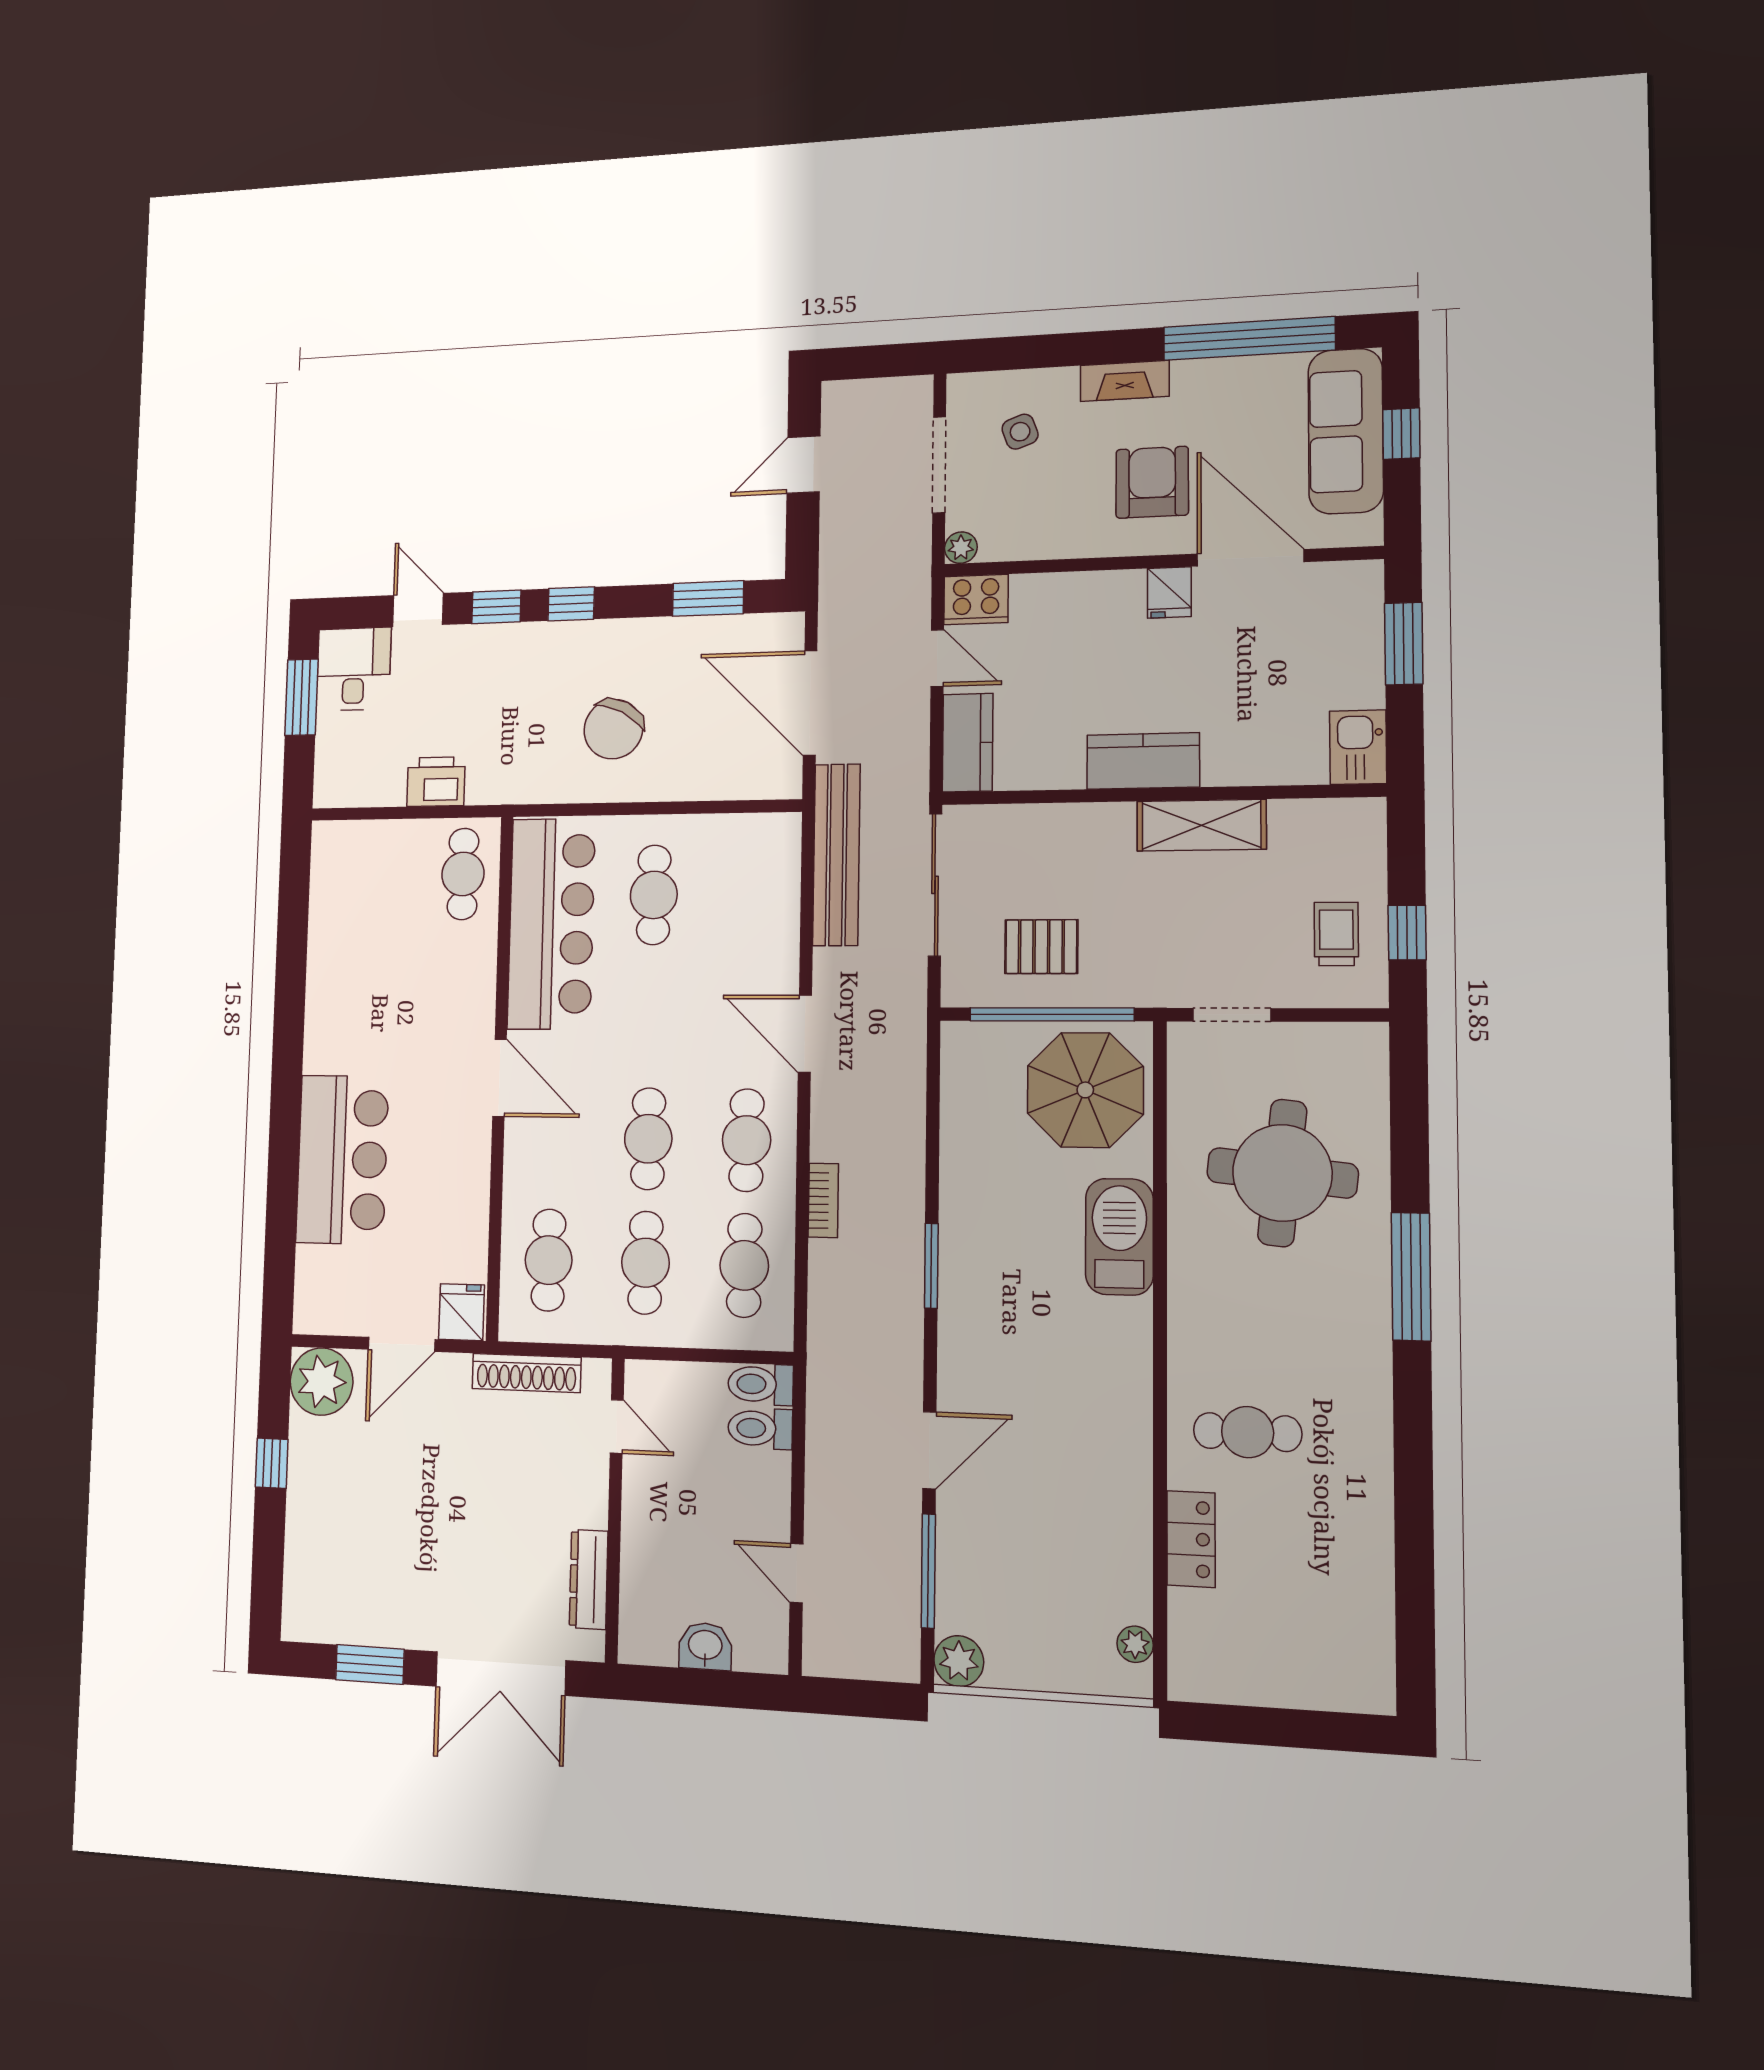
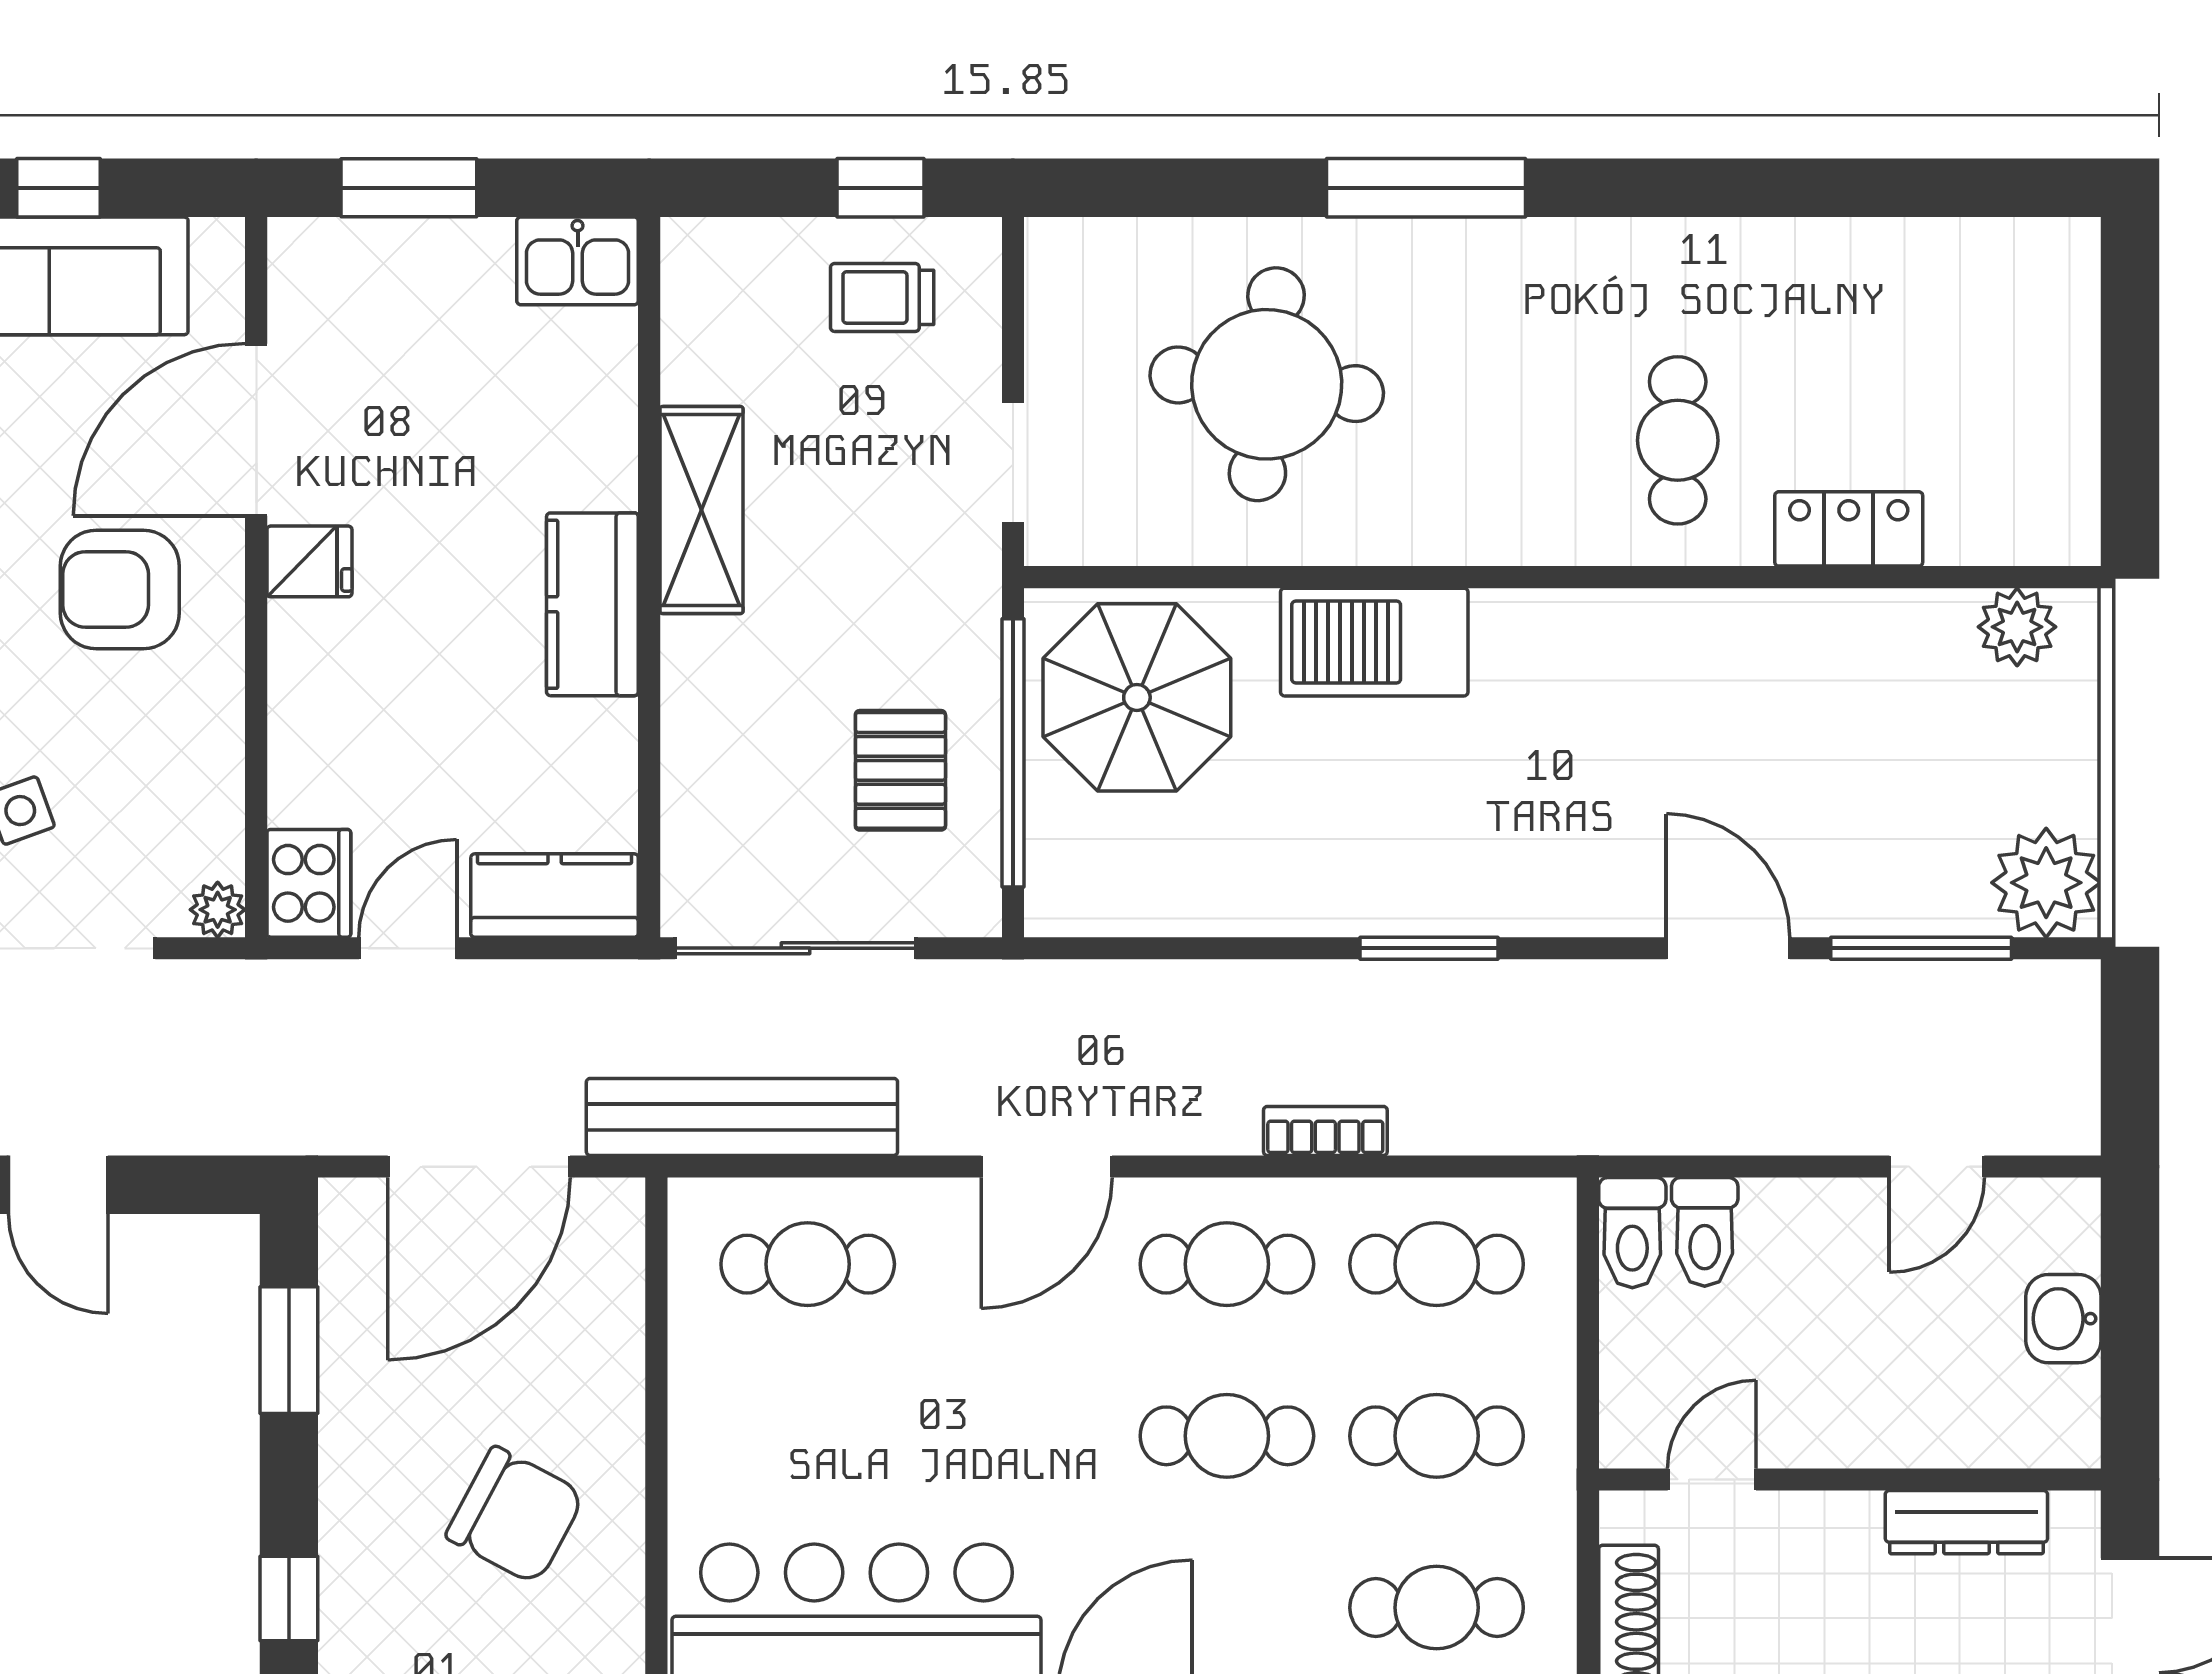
cafe table: (654, 895) -> (808, 1264), moved
plant: (1135, 1644) -> (2017, 627), width x1.38, depth x1.38
plant: (959, 1661) -> (2046, 883), width x1.36, depth x1.36

